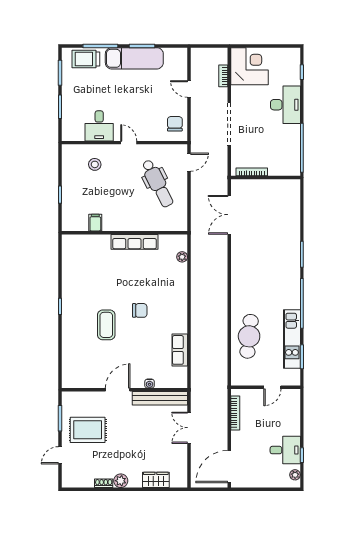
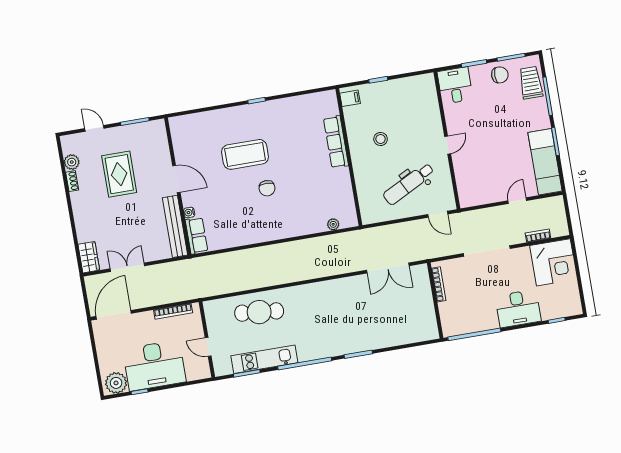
exam couch: (134, 58) -> (545, 162), moved
chair: (175, 124) -> (500, 75), moved
desk: (99, 126) -> (455, 86), moved, turned 90
stool: (95, 164) -> (381, 139), moved
double door: (229, 215) -> (388, 268), swing flipped
filing cabinet: (95, 223) -> (350, 98), moved
row of seats: (135, 242) -> (336, 142), moved
coffee table: (106, 325) -> (245, 154), width x1.36, depth x1.32
row of seats: (180, 350) -> (197, 236), moved, turned 90
double door: (189, 428) -> (127, 267), moved
rug: (88, 430) -> (119, 174), moved
desk: (285, 450) -> (154, 365), width x1.87, depth x1.30
door: (229, 467) -> (114, 315), hinge flipped
plant: (295, 475) -> (116, 383), width x1.88, depth x1.88
wardrobe: (156, 480) -> (89, 257), moved
plant: (121, 481) -> (72, 162), moved

